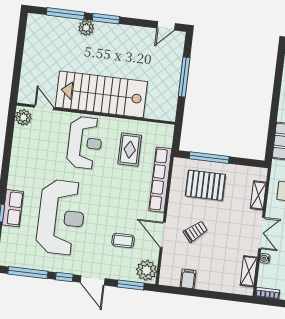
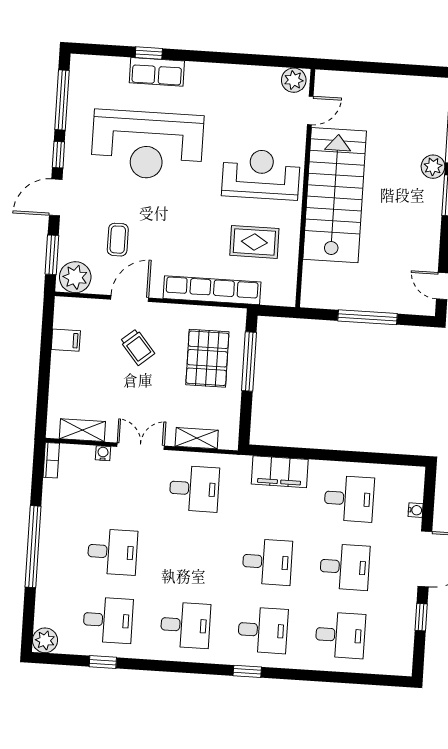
reception desk: (85, 143) -> (261, 174), turned 180
double door: (262, 233) -> (141, 446), swing flipped

